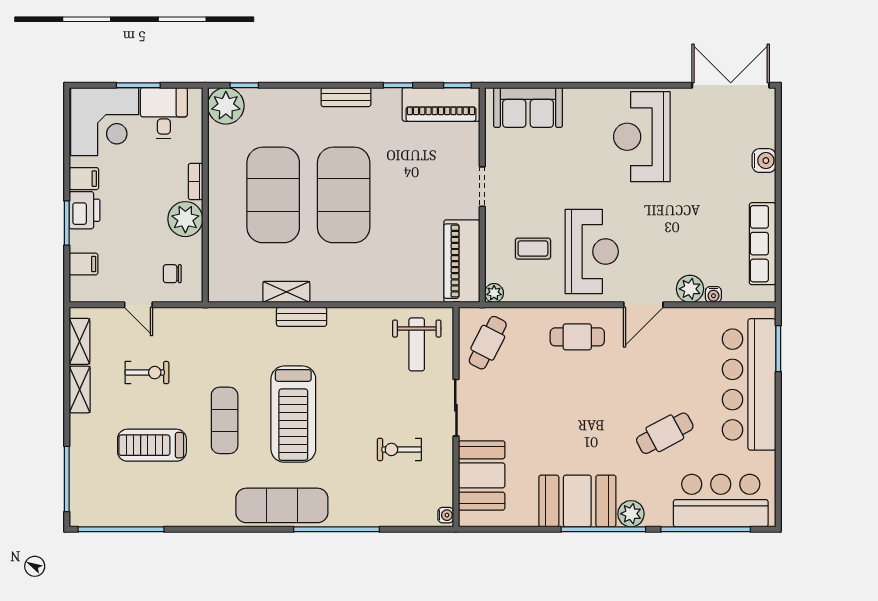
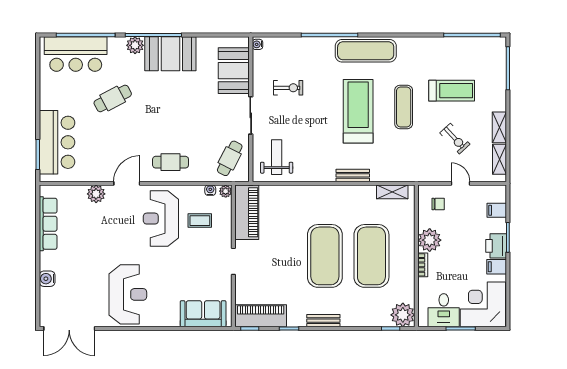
shelving: (286, 292) -> (392, 192), moved
water cooler: (713, 294) -> (210, 190), moved
exercise bike: (147, 373) -> (455, 139), turned -133
bar counter: (749, 384) -> (57, 142), width x0.73

